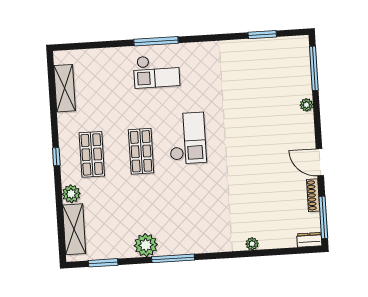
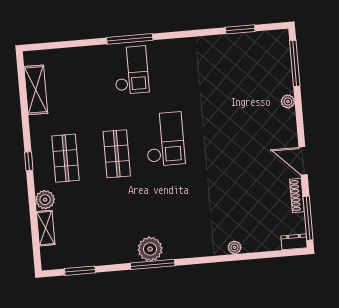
checkout: (157, 71) -> (131, 70), turned -90
shelving: (74, 229) -> (46, 228), width x0.67, depth x0.75
plant: (146, 245) -> (150, 249), moved

